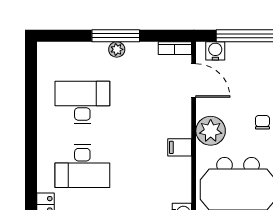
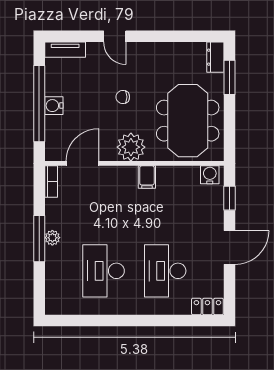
water cooler: (215, 51) -> (54, 106), moved
desk: (82, 166) -> (165, 271), turned 180

